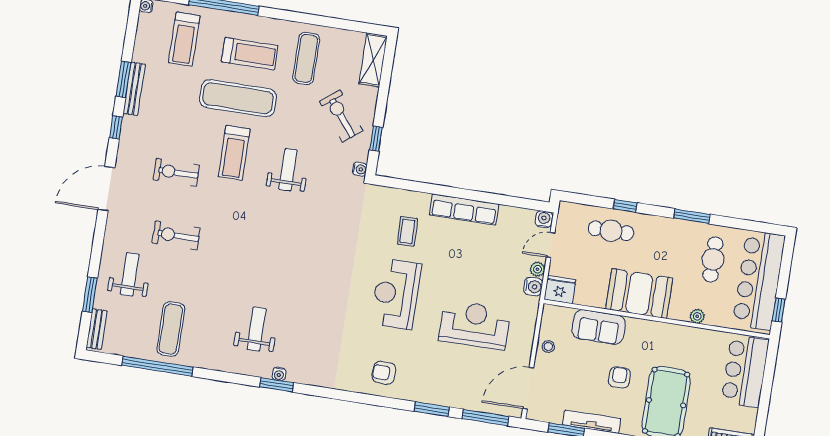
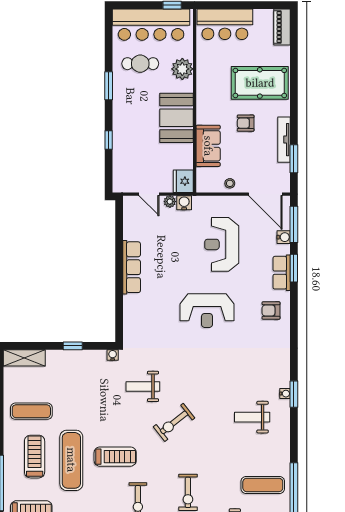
exercise bike: (341, 116) -> (174, 422), moved
window: (376, 139) -> (73, 346), moved
weight bench: (288, 170) -> (143, 386), moved
water cooler: (544, 219) -> (284, 237), moved, turned 180
coffee table: (407, 231) -> (156, 309), removed
cafe table: (611, 231) -> (130, 148), removed
plant: (697, 316) -> (182, 69), width x1.88, depth x1.88
armchair: (384, 373) -> (271, 311), turned 89
row of seats: (428, 393) -> (282, 273), added

